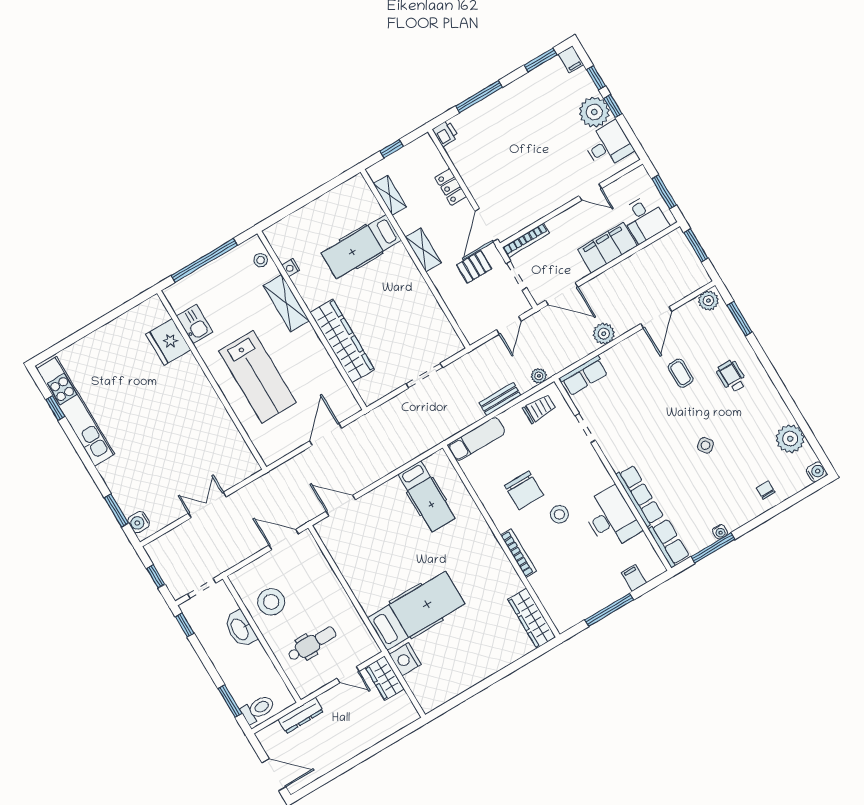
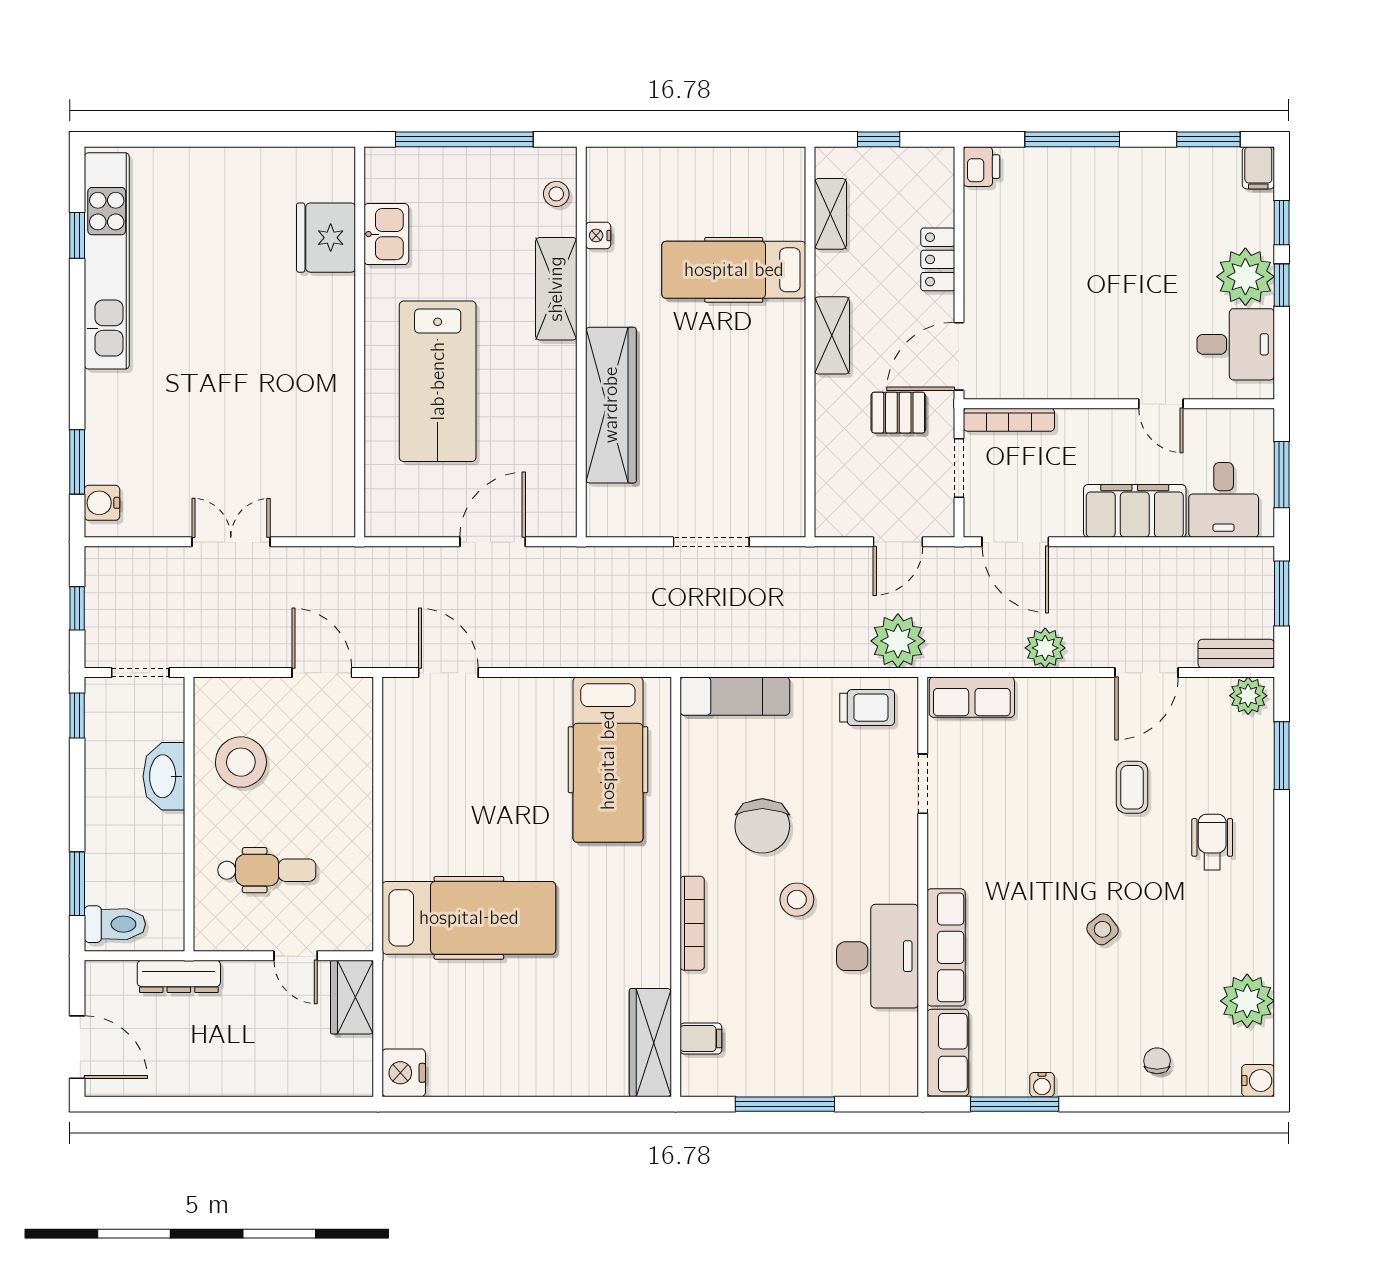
plant: (539, 376) -> (898, 641), width x1.88, depth x1.88
bench: (500, 399) -> (1236, 654), moved
hospital bed: (427, 496) -> (608, 760), width x1.37, depth x1.29
filing cabinet: (634, 578) -> (701, 1039), moved, turned 90
nightstand: (405, 659) -> (404, 1073), moved

